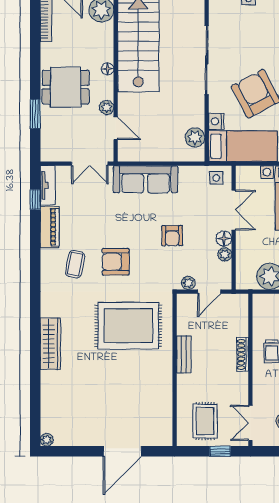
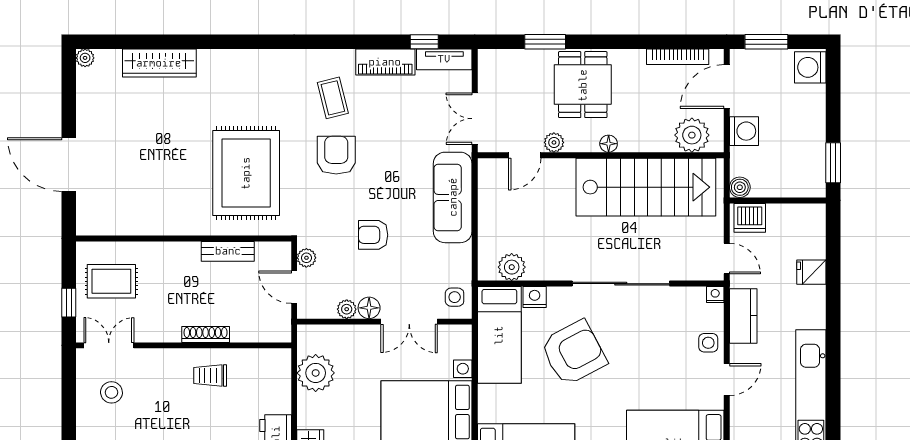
coffee table: (75, 264) -> (333, 98), turned 65
wardrobe: (50, 344) -> (159, 63), moved
bench: (184, 354) -> (228, 251), moved

